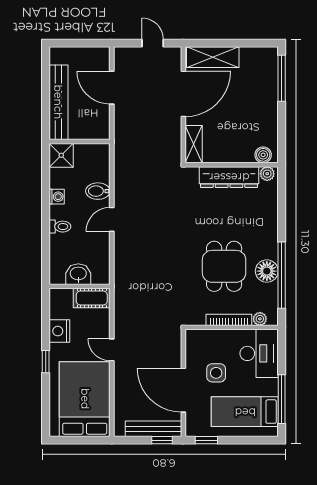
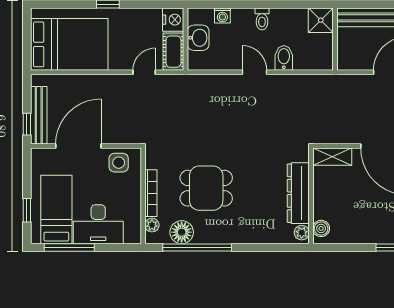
washing machine: (57, 197) -> (222, 15), moved
toilet: (60, 227) -> (262, 19), moved
floor lamp: (267, 271) -> (182, 232), moved
nightstand: (59, 331) -> (173, 20), moved, turned 90
door: (112, 350) -> (144, 72), moved
desk: (259, 353) -> (98, 224), moved
side table: (216, 373) -> (119, 163), moved
window: (206, 440) -> (27, 210), moved

